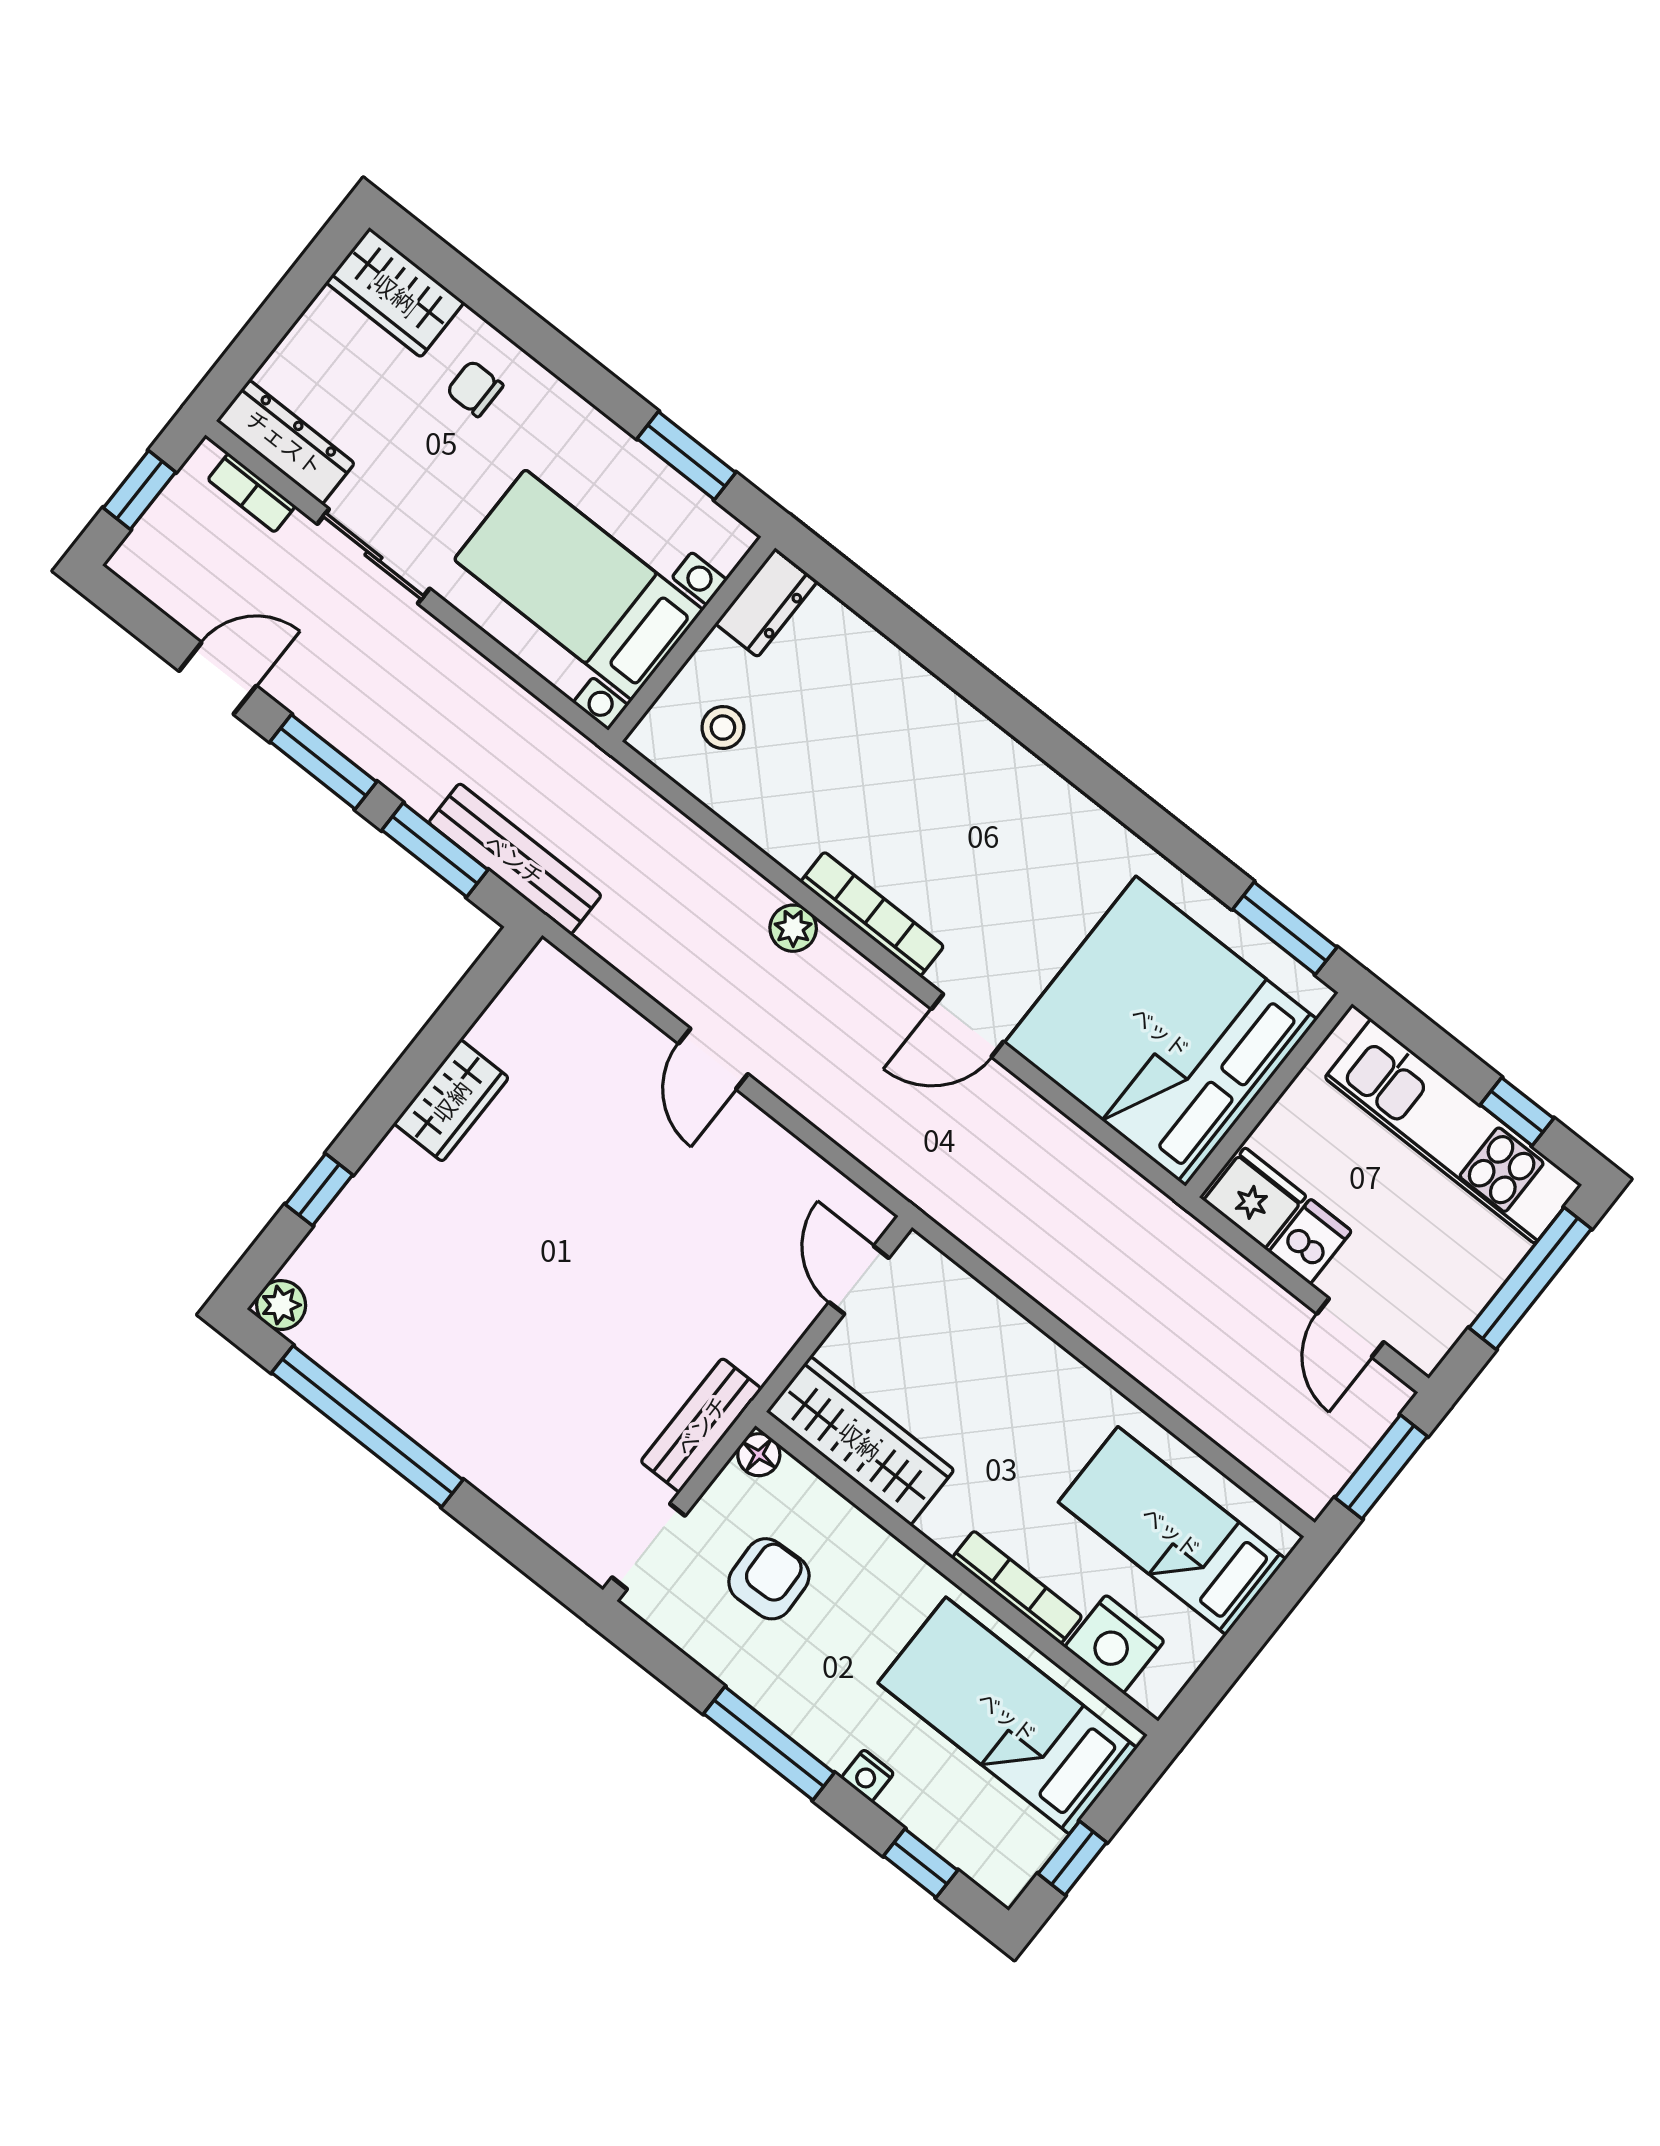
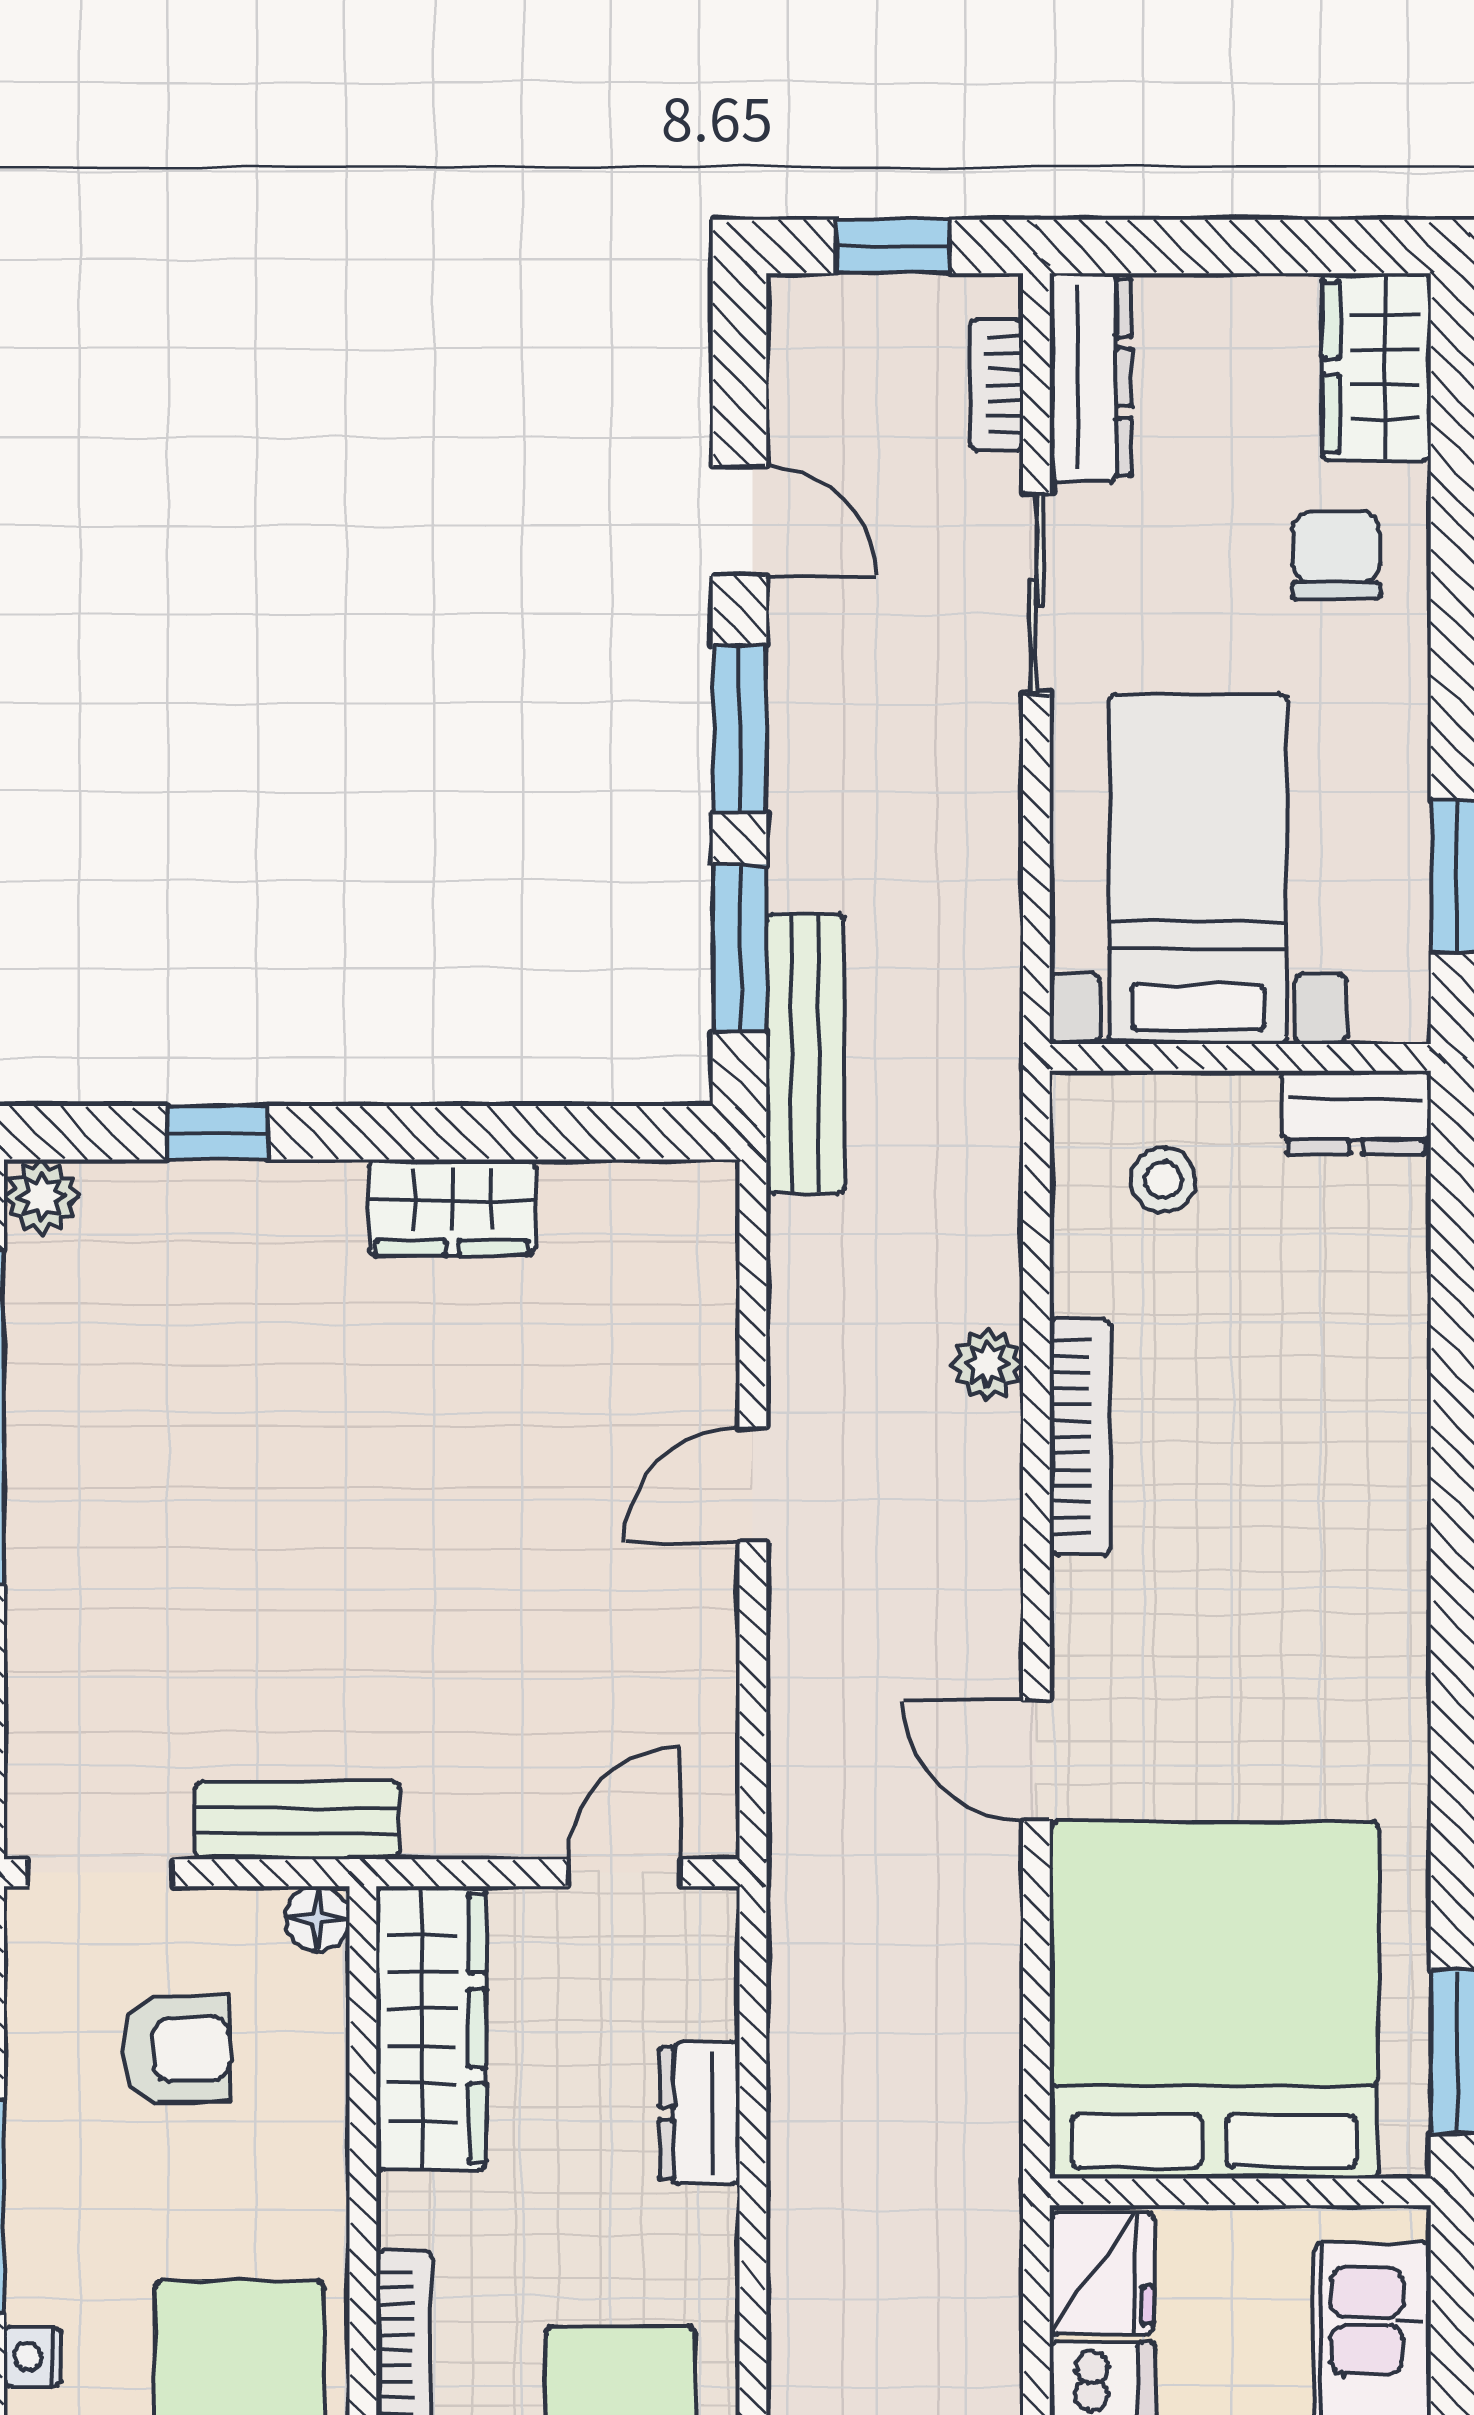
chair: (475, 389) -> (1336, 555), width x1.37, depth x1.37
bookcase: (872, 914) -> (1080, 1437), moved
plant: (793, 928) -> (987, 1364), moved
dresser: (1012, 1339) -> (699, 2113), added

